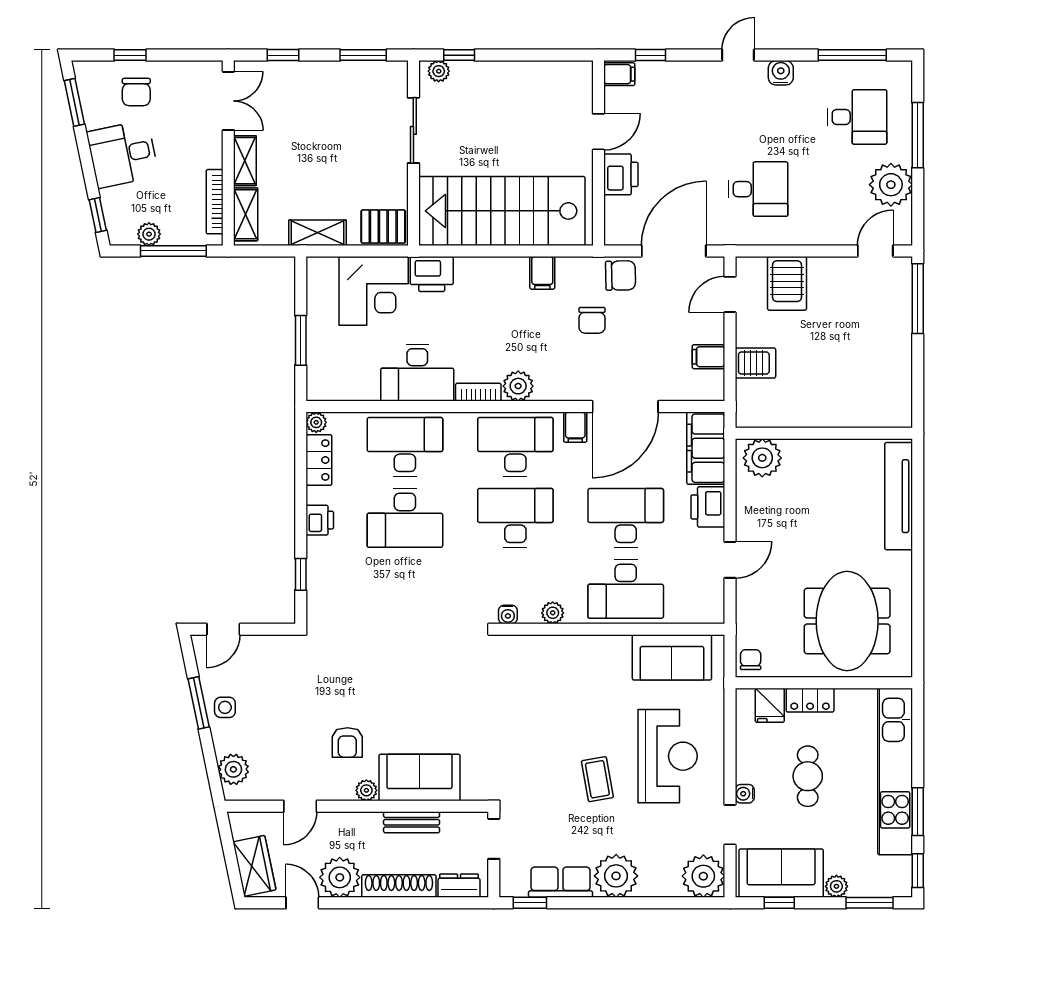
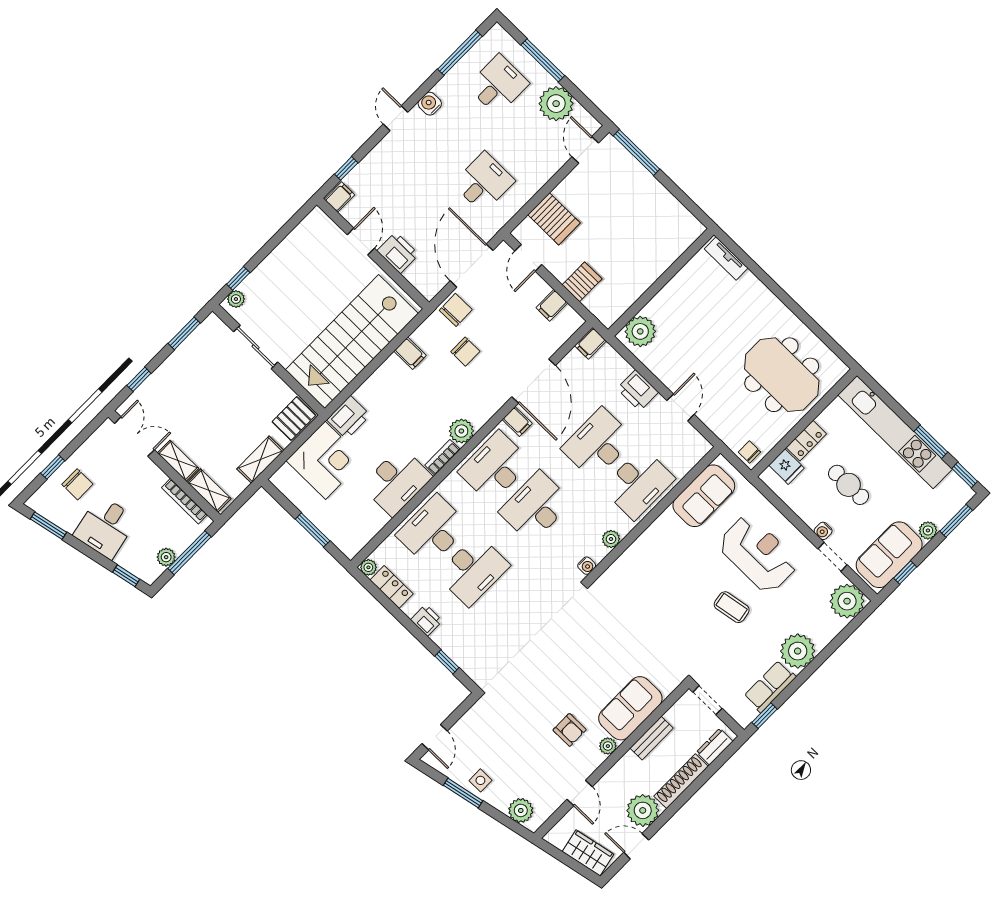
filing cabinet: (706, 448) -> (590, 343), width x0.33, depth x0.86
tv unit: (899, 496) -> (726, 259), width x0.52, depth x0.78

